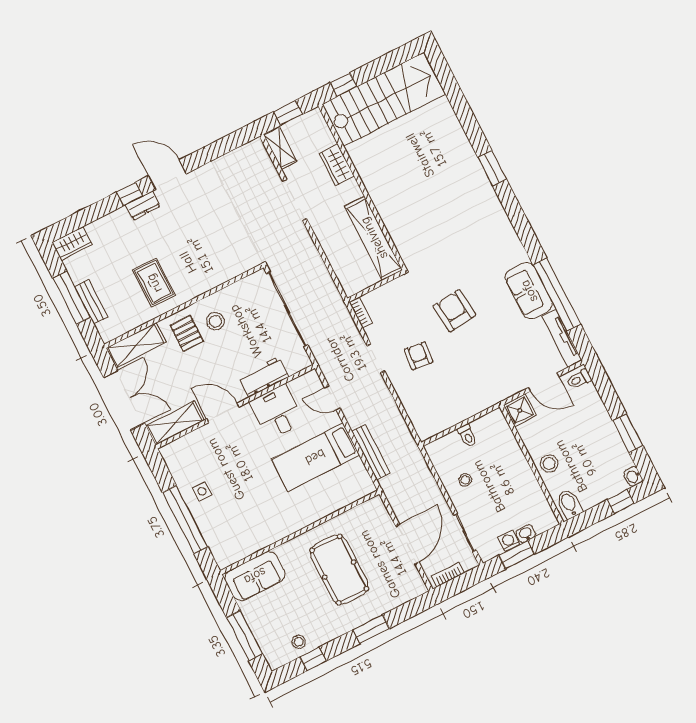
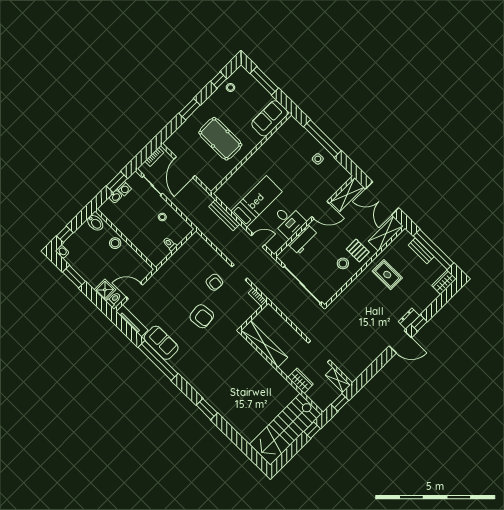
window: (557, 295) -> (158, 360), moved
window: (72, 298) -> (433, 249), width x1.46
shower: (520, 410) -> (105, 290), moved

